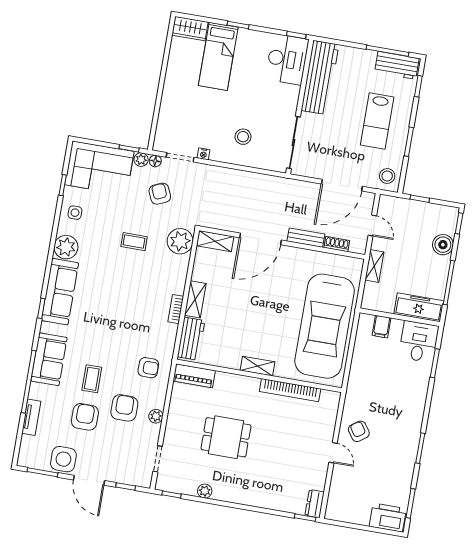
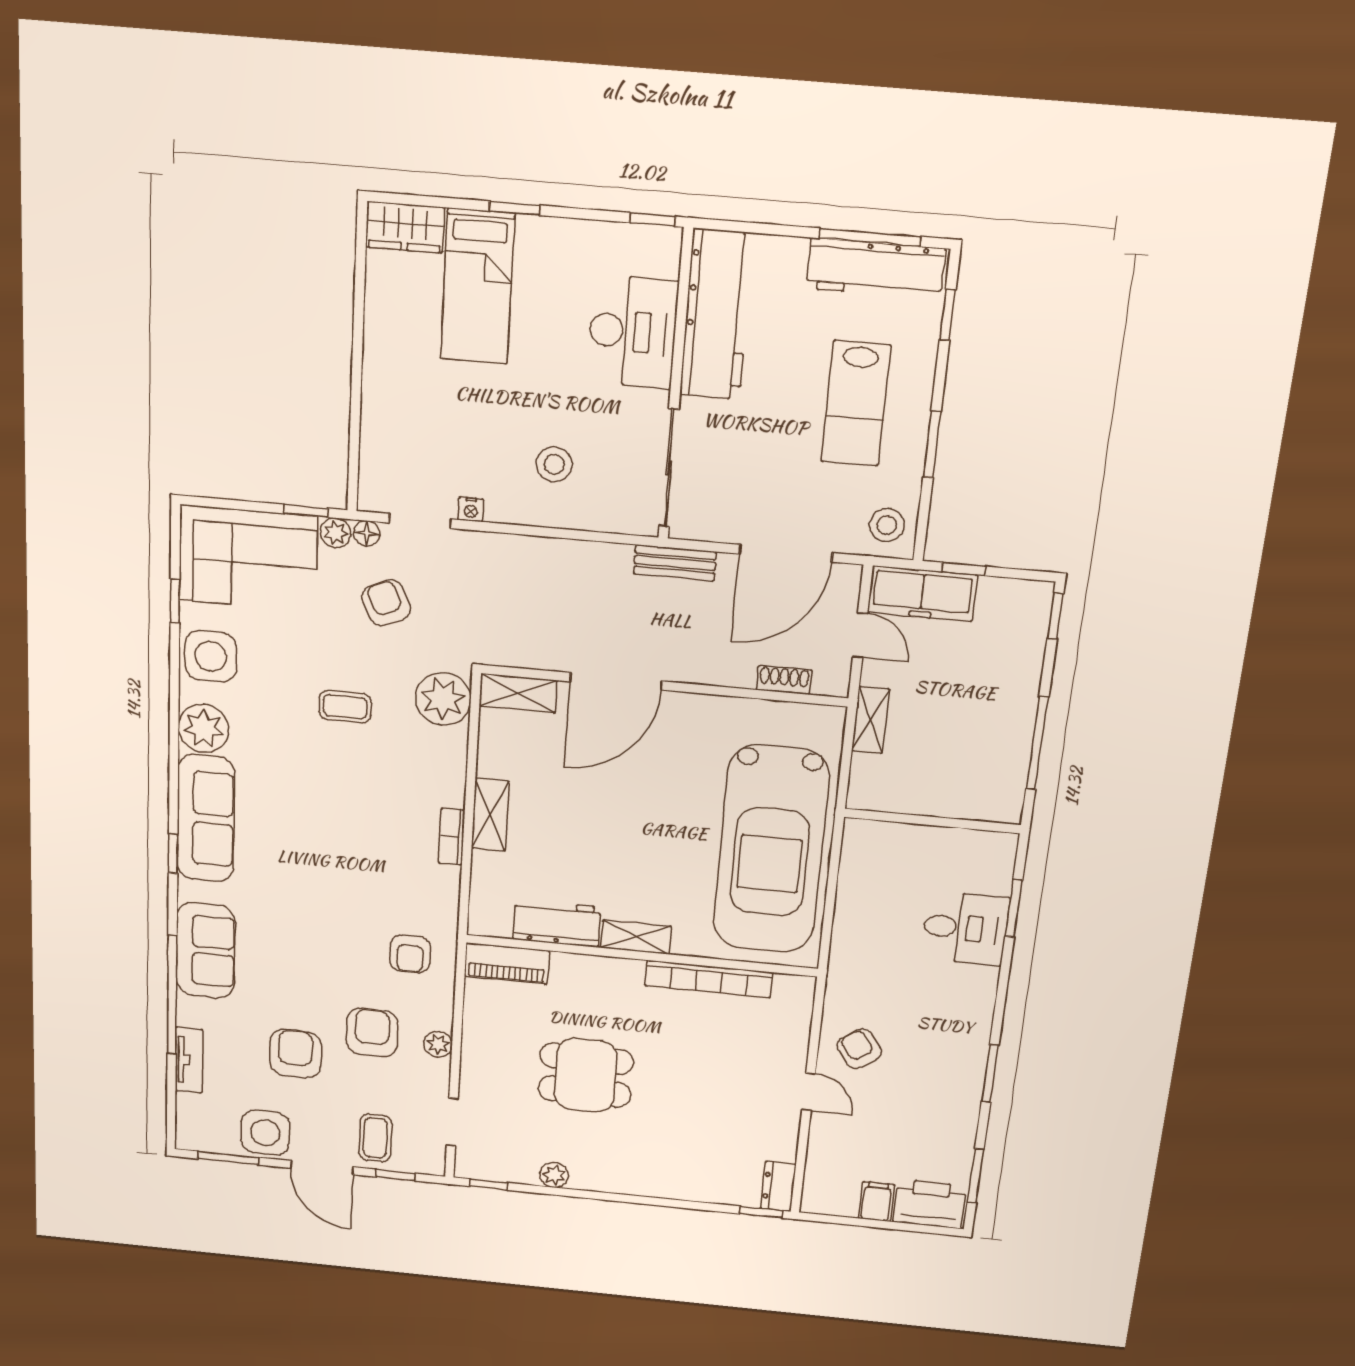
desk: (287, 59) -> (633, 332), moved
workbench: (397, 65) -> (876, 269), width x1.38
side table: (75, 213) -> (211, 656), width x1.87, depth x1.87
bench: (306, 238) -> (675, 563), moved
boiler: (443, 245) -> (1021, 664), removed
freezer: (419, 307) -> (922, 594), moved, turned 180
filing cabinet: (381, 327) -> (876, 1202), moved, turned 180
workbench: (191, 339) -> (557, 923), moved, turned -90
desk: (419, 342) -> (965, 928), moved, turned 90
armchair: (148, 368) -> (410, 954), turned 90
coffee table: (92, 379) -> (375, 1138), moved

